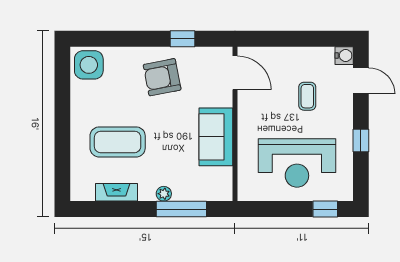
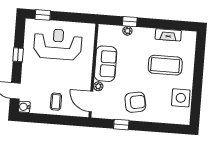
side table: (89, 65) -> (181, 98), moved
coffee table: (307, 96) -> (56, 102), moved
plant: (225, 99) -> (98, 86), added
plant: (164, 194) -> (127, 31), moved
window: (181, 209) -> (130, 22), width x0.46

